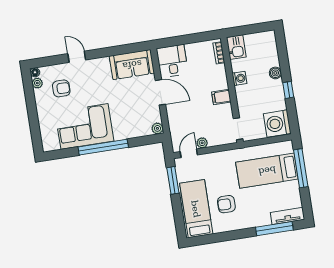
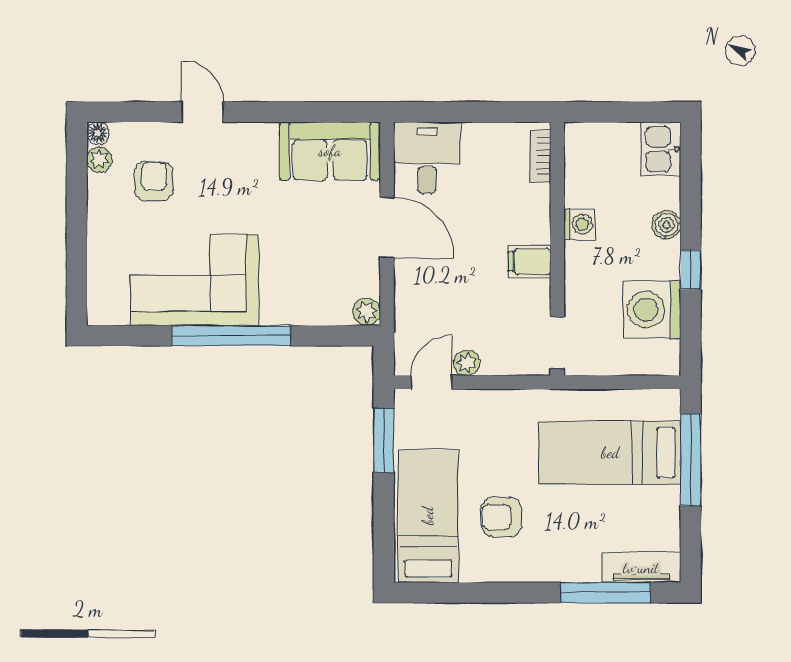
kitchen sink: (236, 47) -> (661, 149), moved, turned 180
armchair: (61, 88) -> (154, 181), turned -90
washing machine: (277, 124) -> (652, 309), moved

